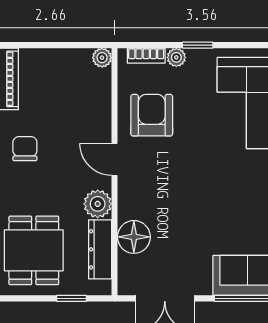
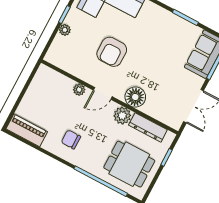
bookcase: (146, 56) -> (55, 46), removed
plant: (102, 58) -> (79, 90), moved
armchair: (152, 115) -> (112, 52), moved, turned -90
floor lamp: (134, 237) -> (135, 97), moved

